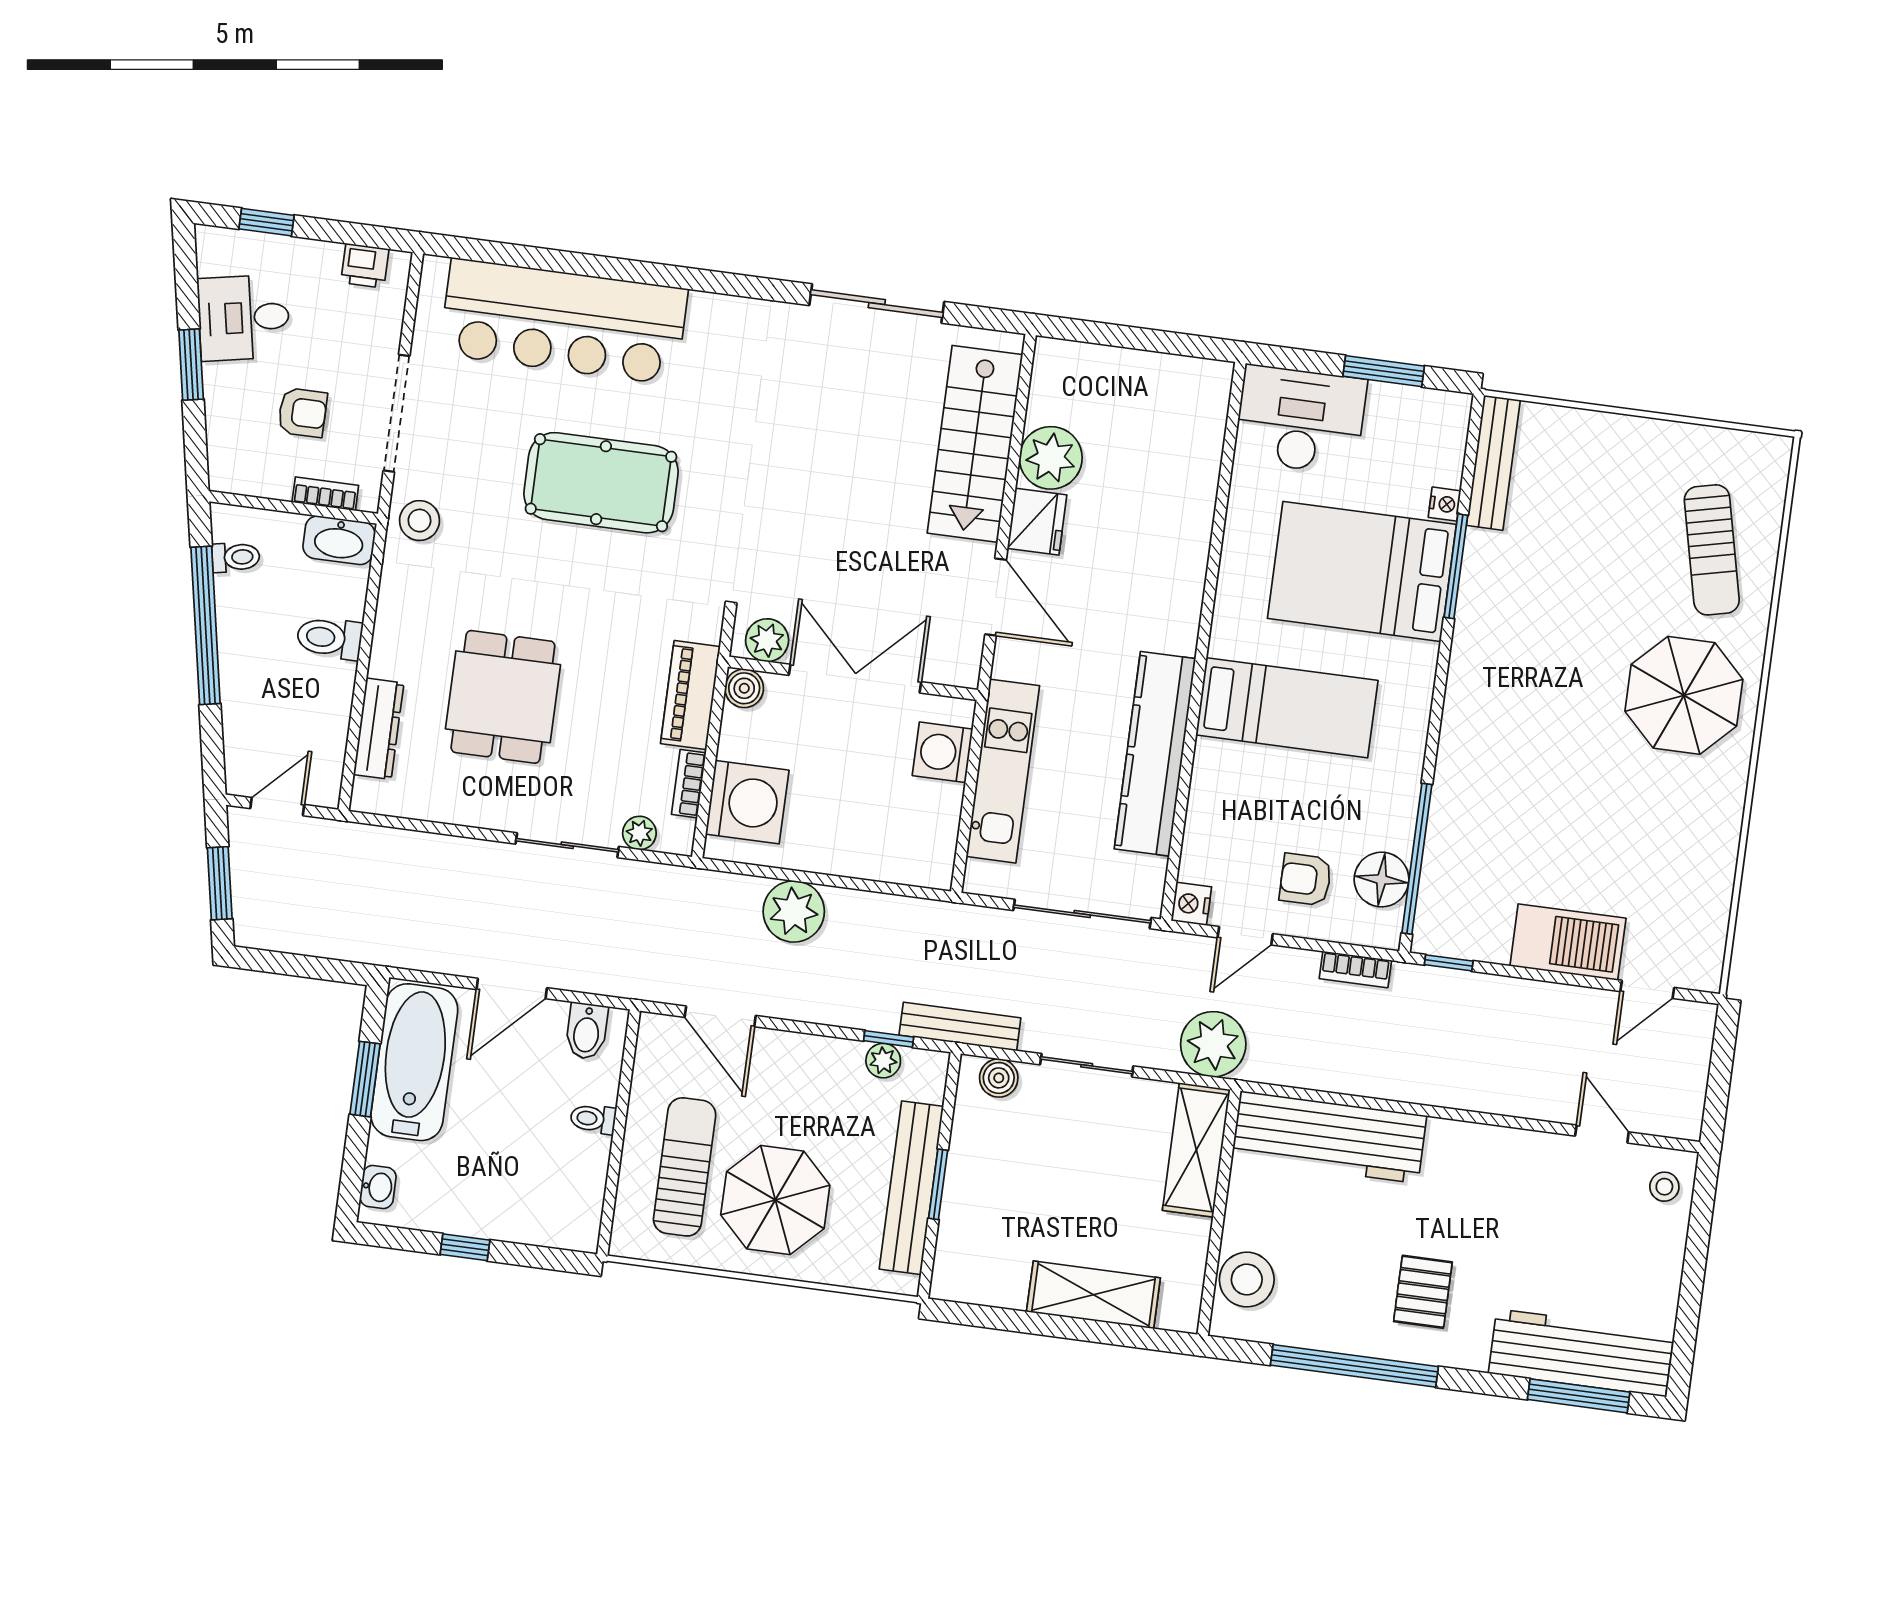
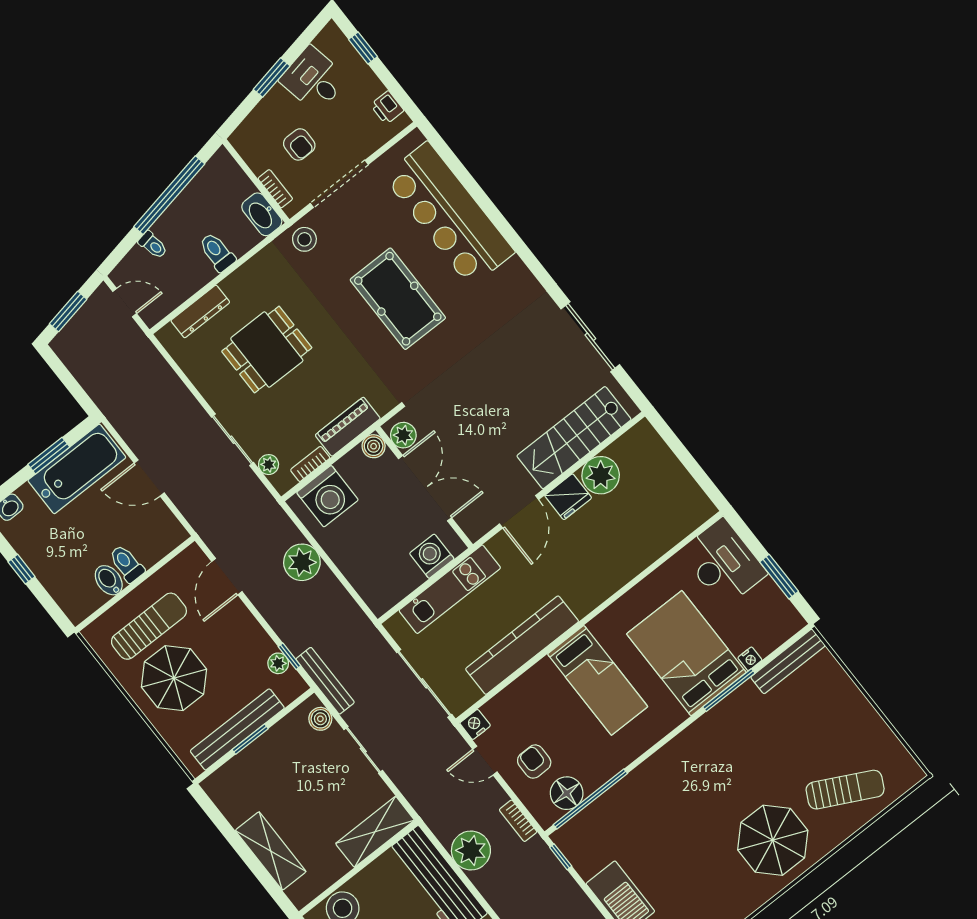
sun lounger: (1712, 550) -> (845, 790), turned -140
toilet: (236, 557) -> (153, 245), moved
bidet: (587, 1031) -> (109, 580), moved, turned 90
plant: (1213, 1044) -> (471, 851), moved
toilet: (593, 1119) -> (127, 564), width x1.37, depth x1.39

